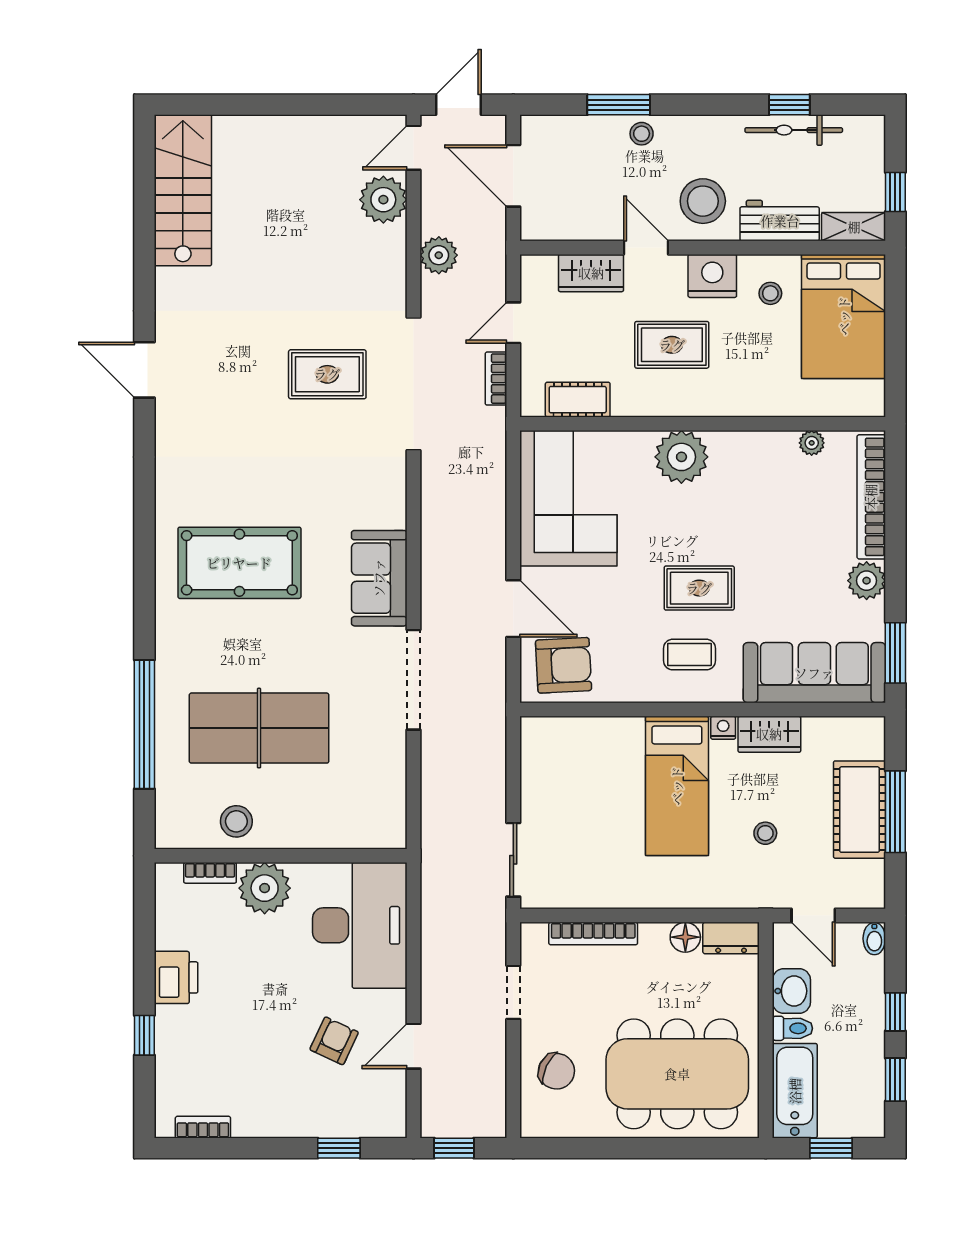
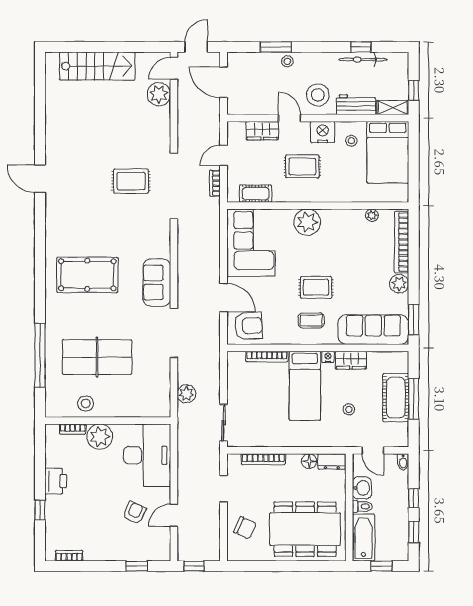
stairs: (183, 190) -> (97, 66), moved, turned 90
plant: (439, 255) -> (186, 394), moved
bookcase: (601, 727) -> (267, 357), added

